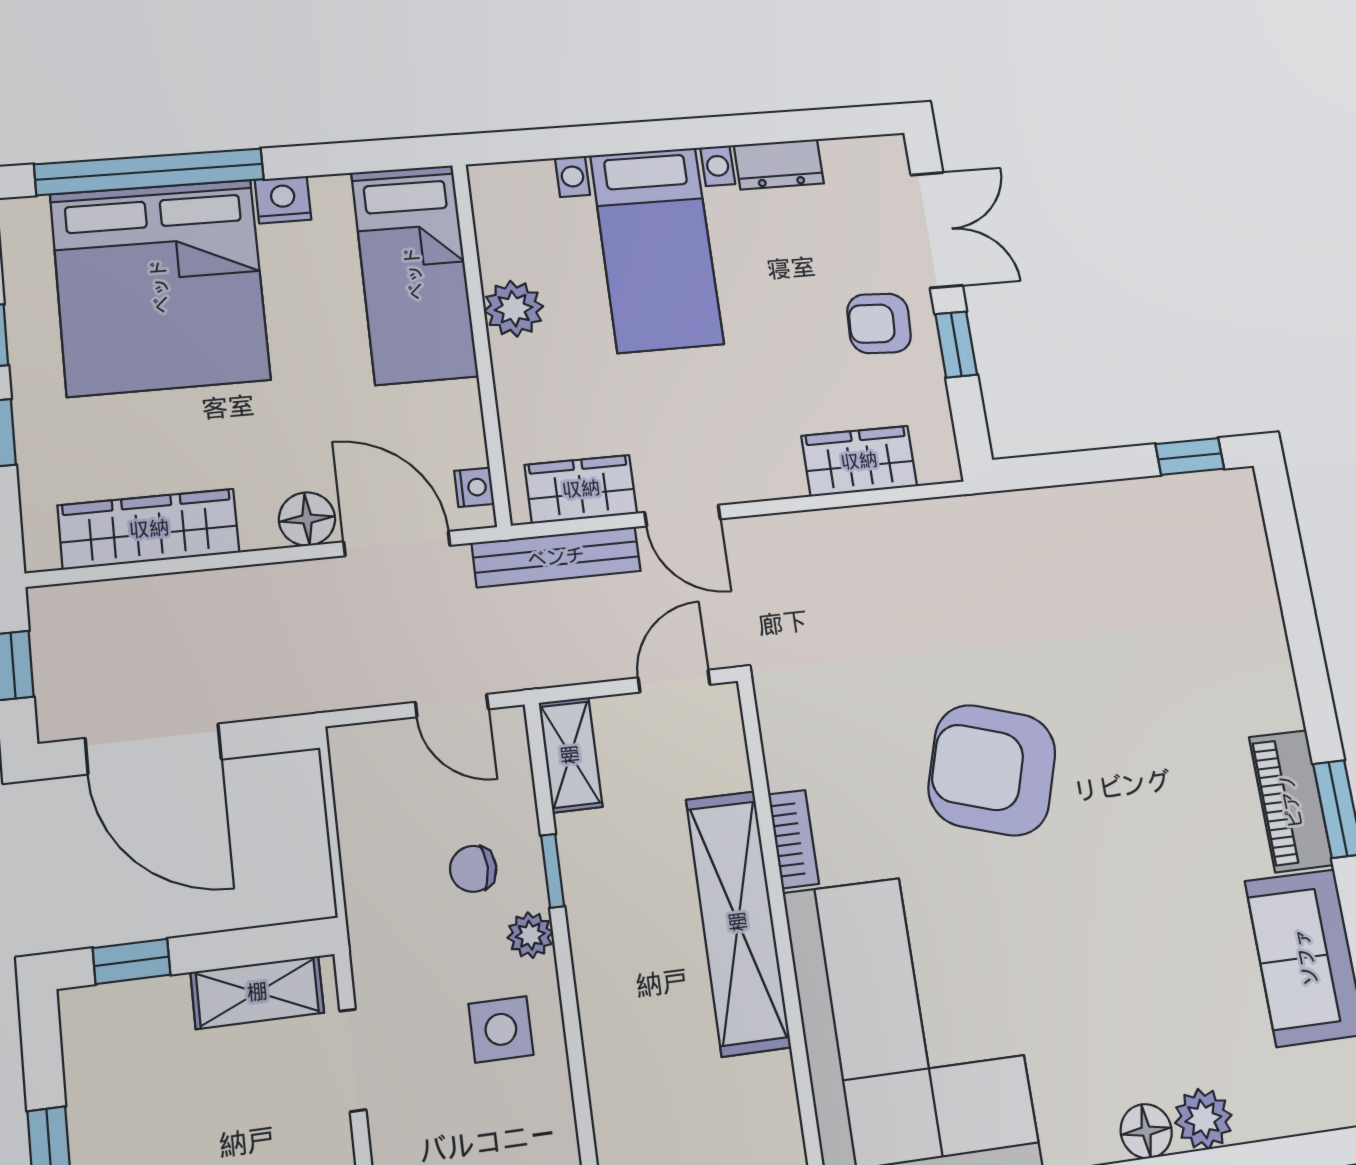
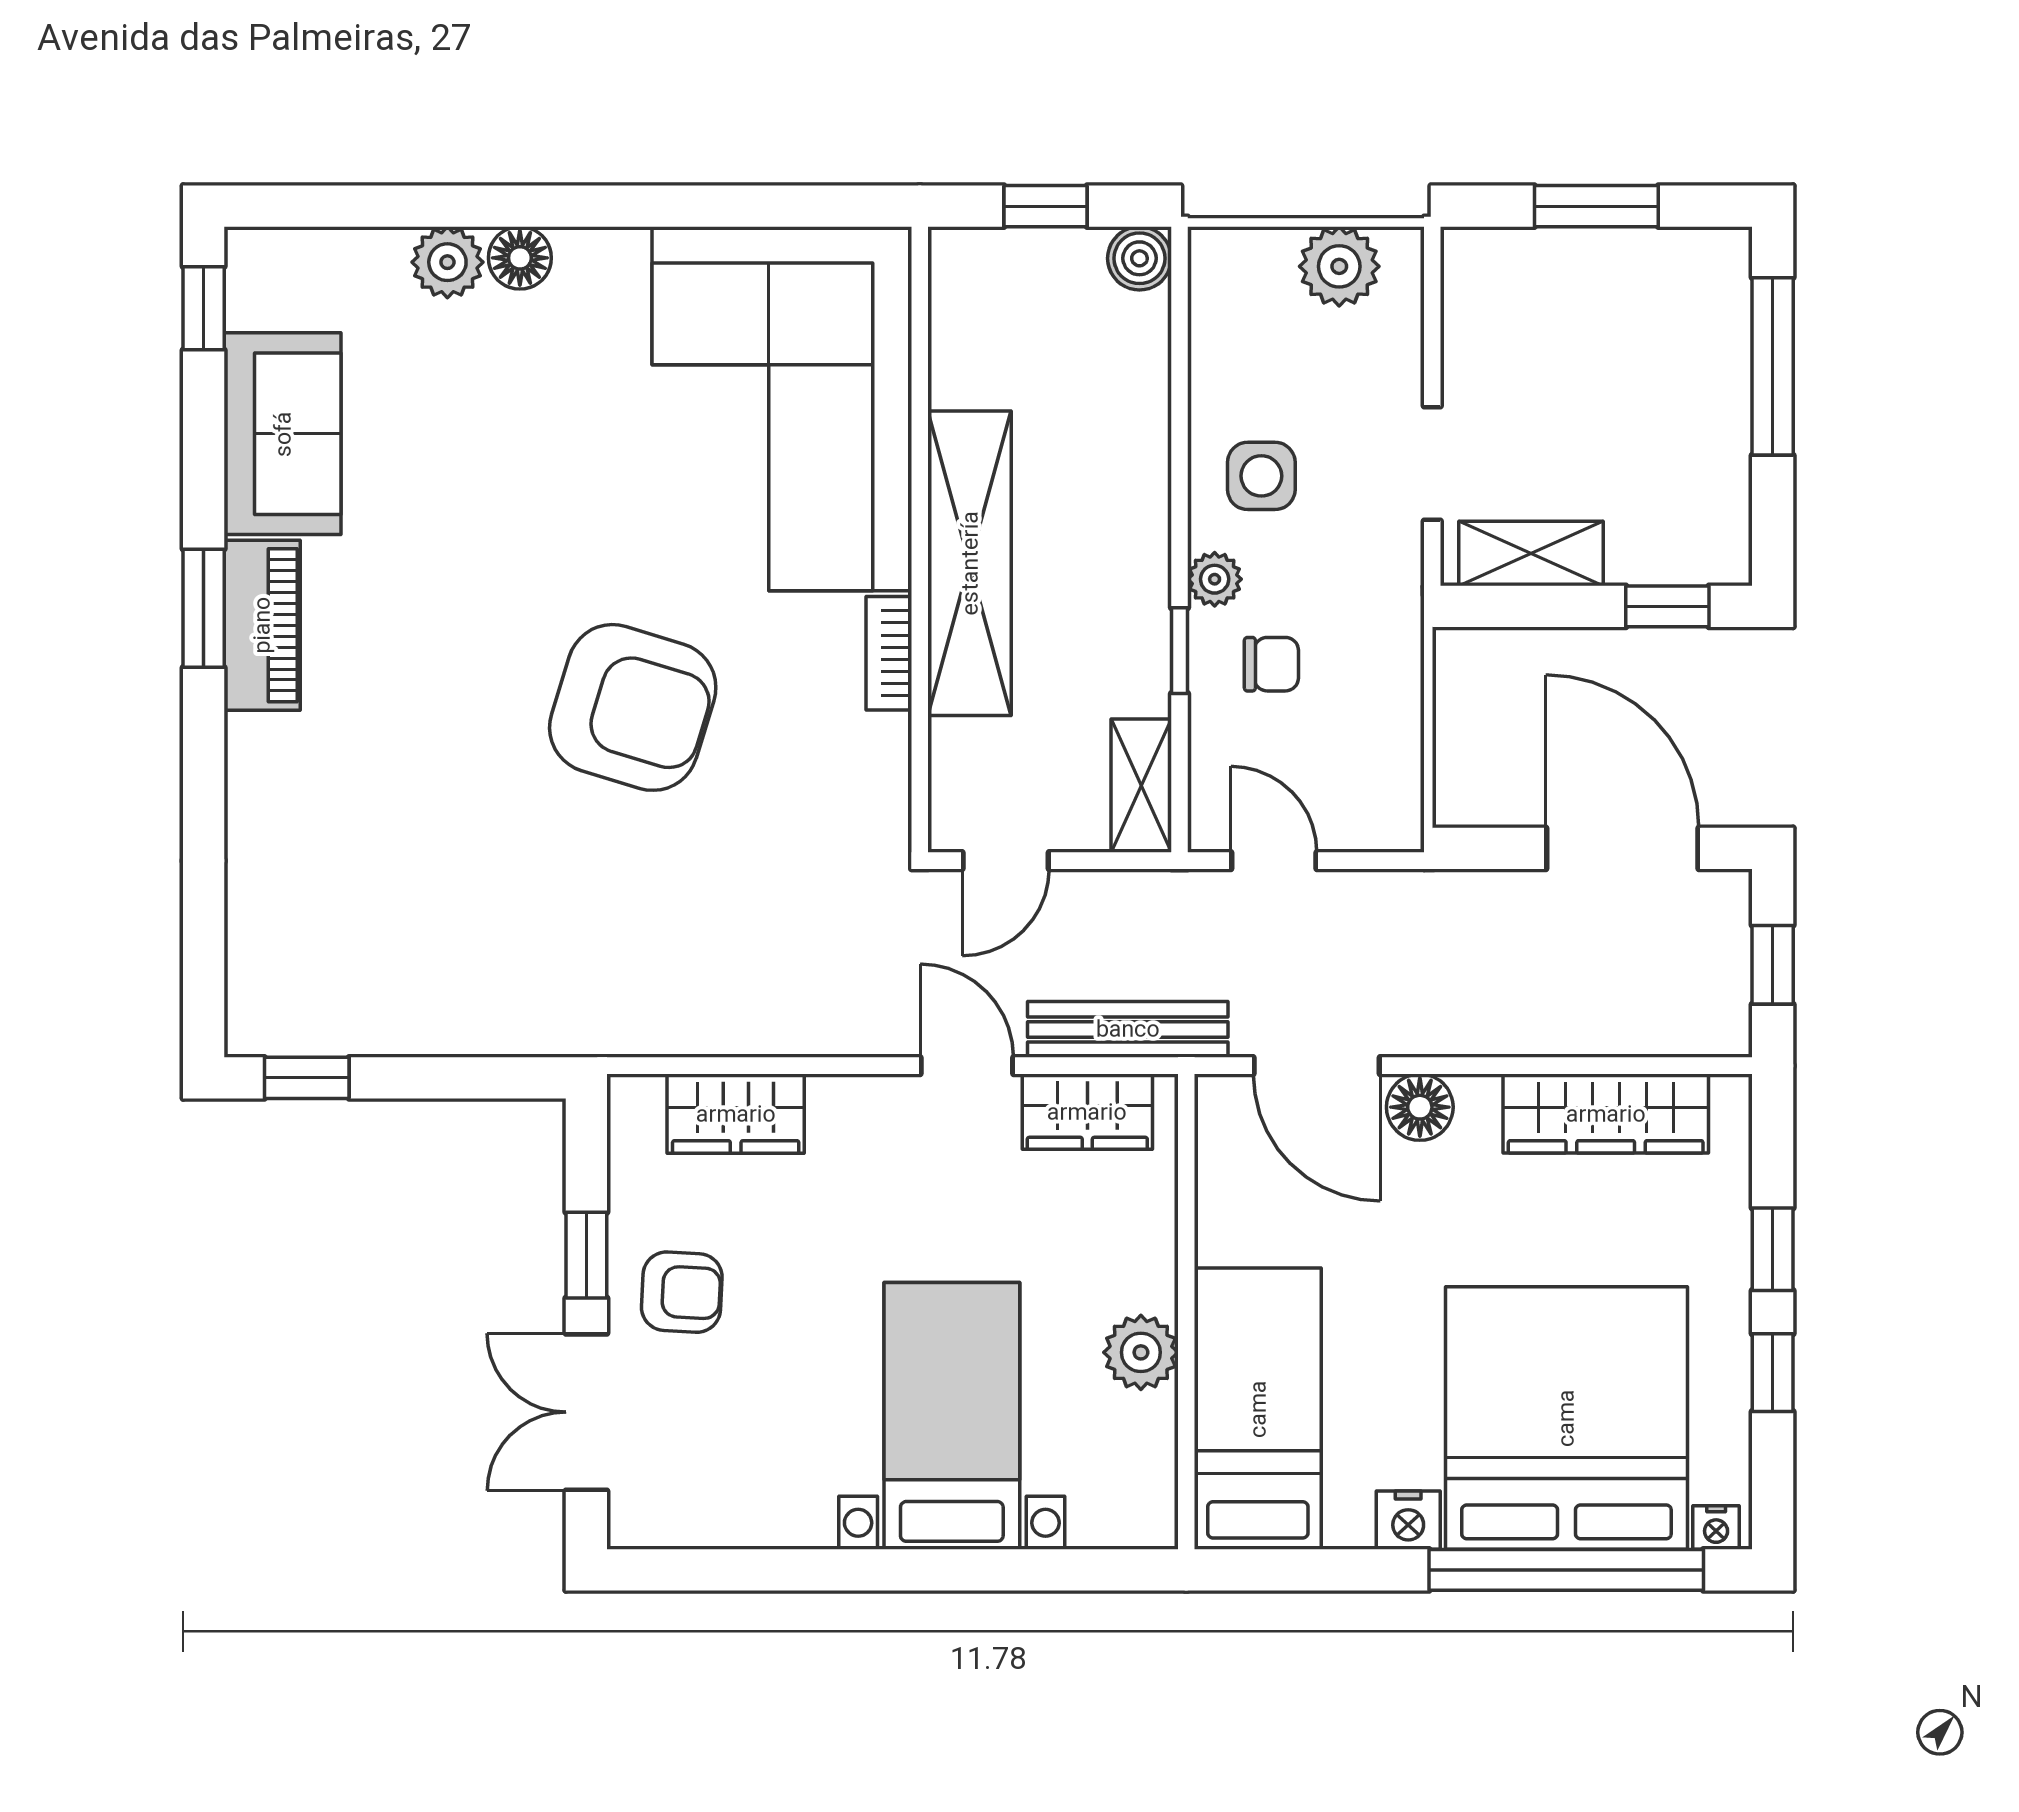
dresser: (779, 164) -> (779, 1519), removed
nightstand: (474, 487) -> (1716, 1528), moved, turned -90

